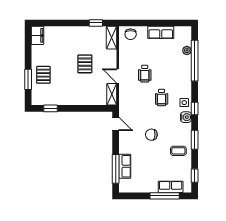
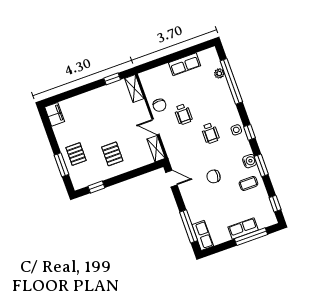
chair: (131, 34) -> (159, 105), moved
pallet: (85, 64) -> (112, 154), moved
water cooler: (186, 117) -> (249, 161), moved
row of seats: (125, 166) -> (203, 235), moved
row of seats: (171, 187) -> (243, 229), moved

